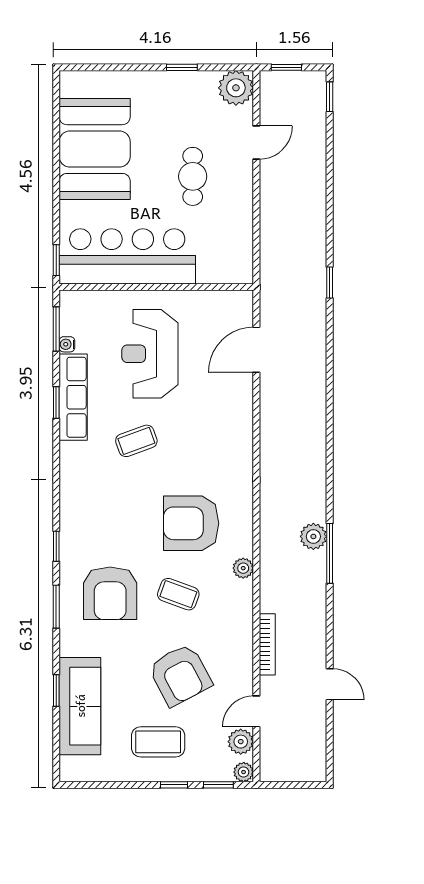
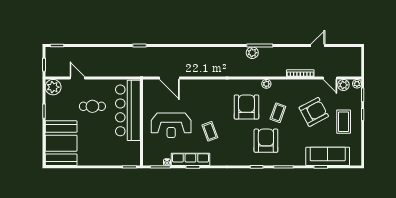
booth: (95, 149) -> (61, 143), moved, turned 90
bar counter: (127, 256) -> (128, 110), moved
armchair: (191, 523) -> (246, 107), turned 180
armchair: (110, 593) -> (266, 141), moved, turned -90

